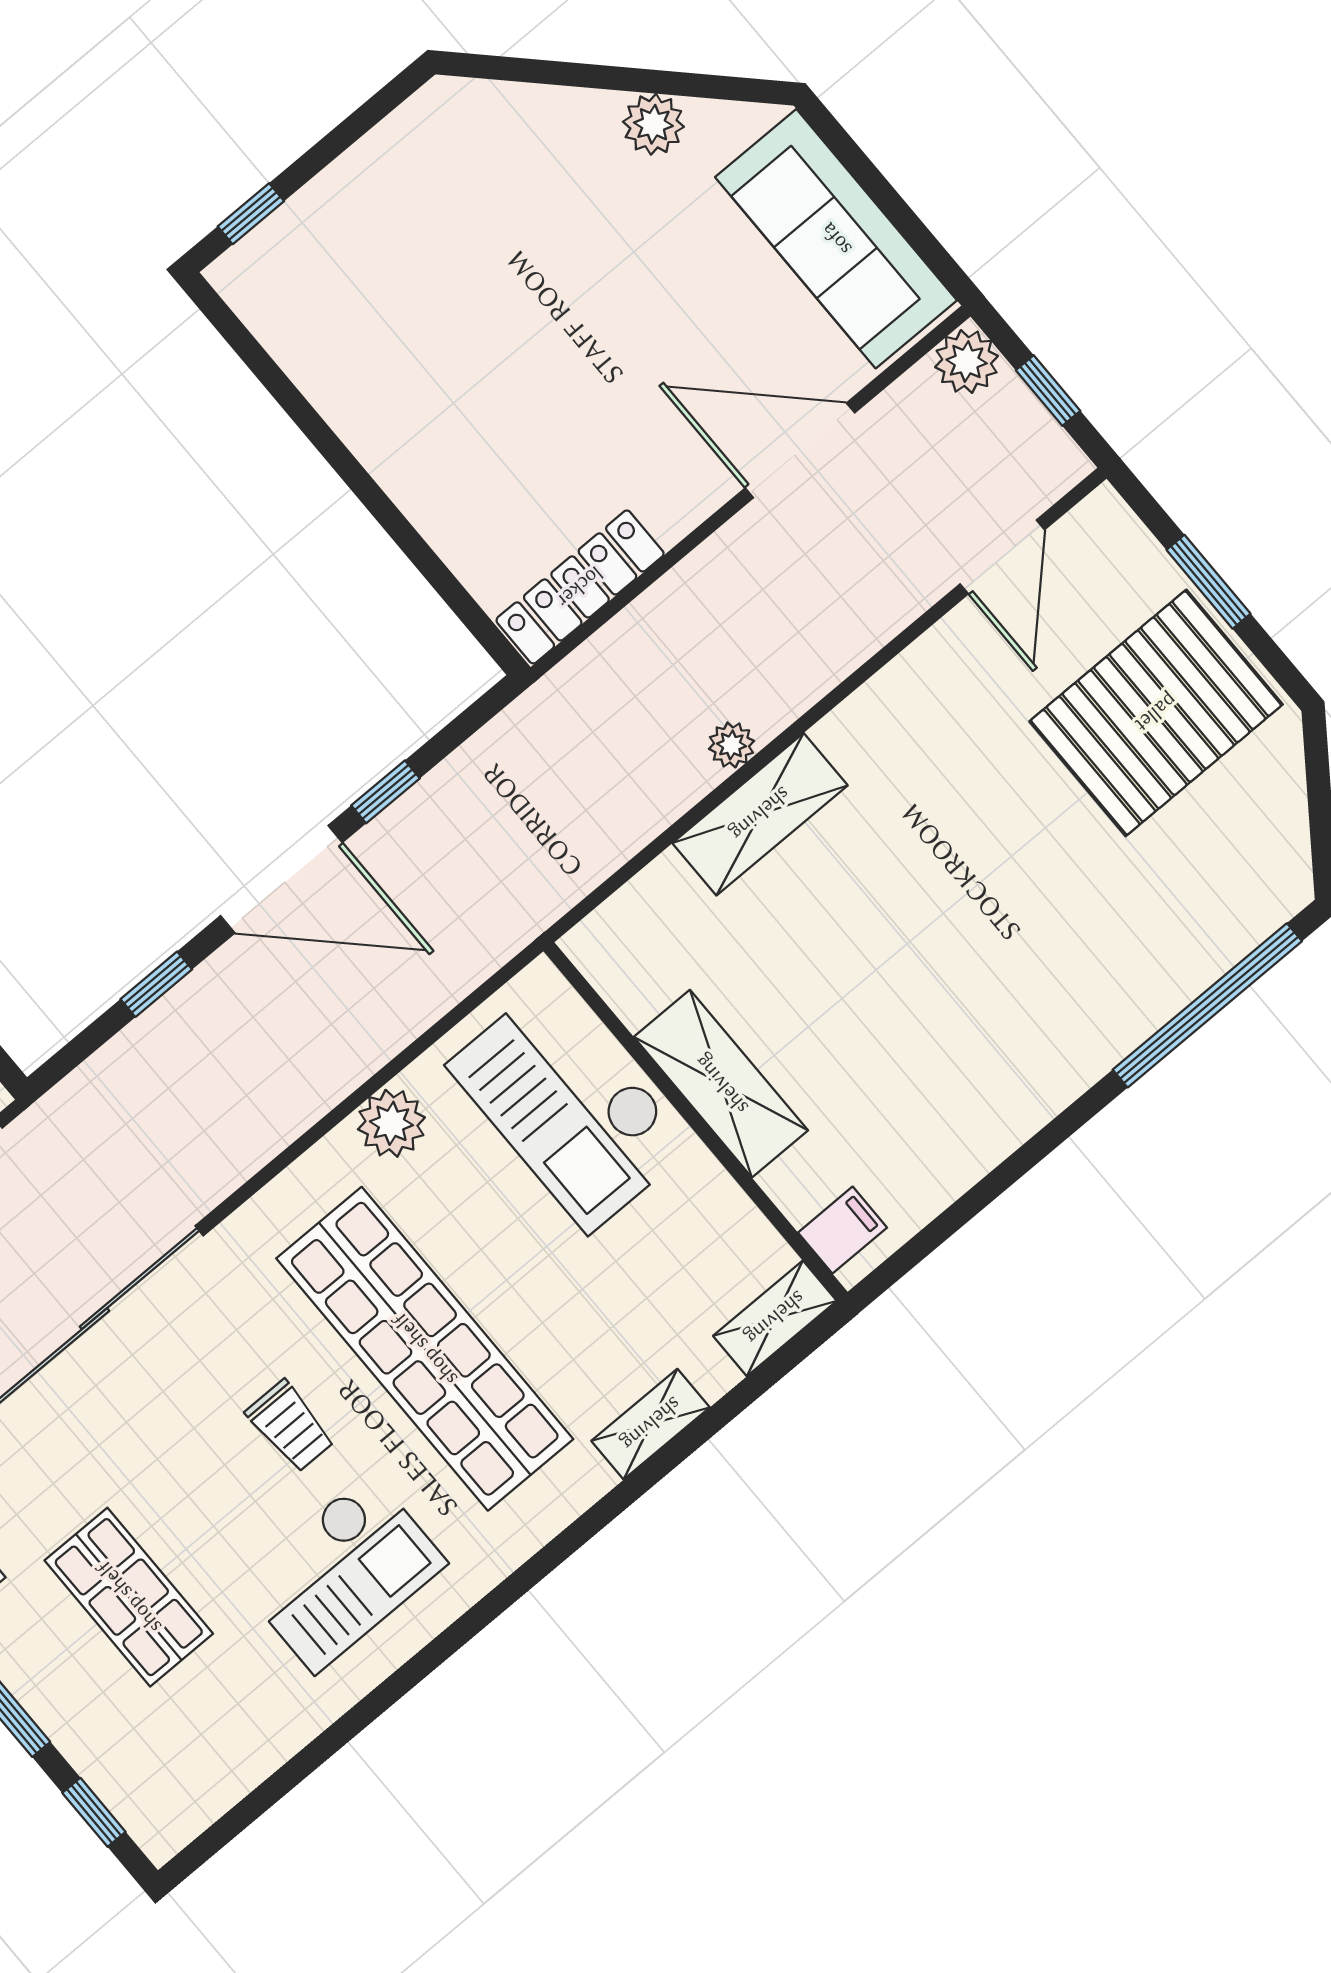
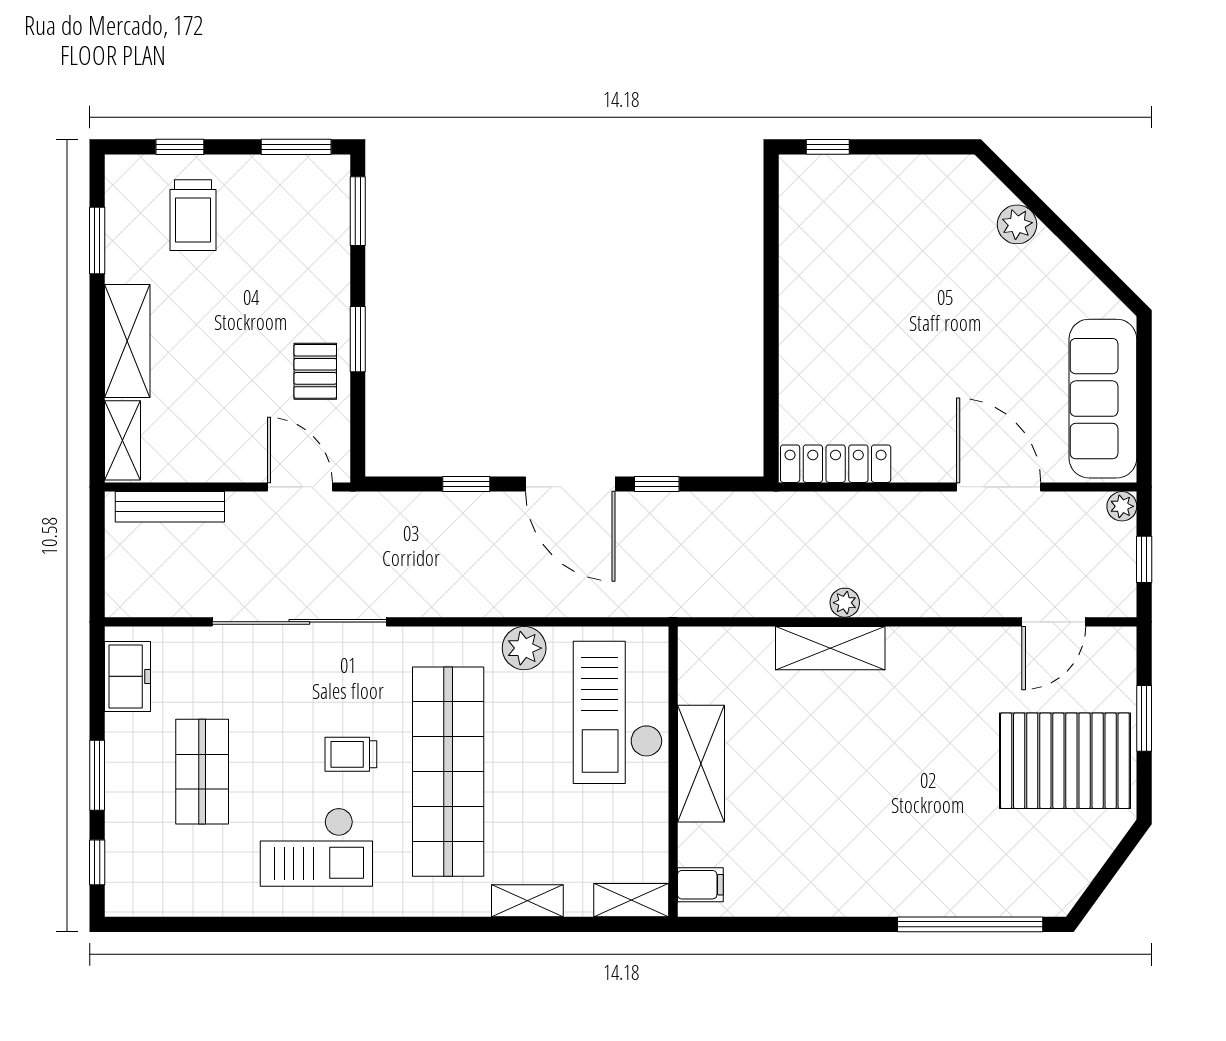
plant: (653, 124) -> (1017, 224), moved
plant: (967, 362) -> (1122, 506), width x0.73, depth x0.73
trolley: (290, 1426) -> (351, 754), turned 90

